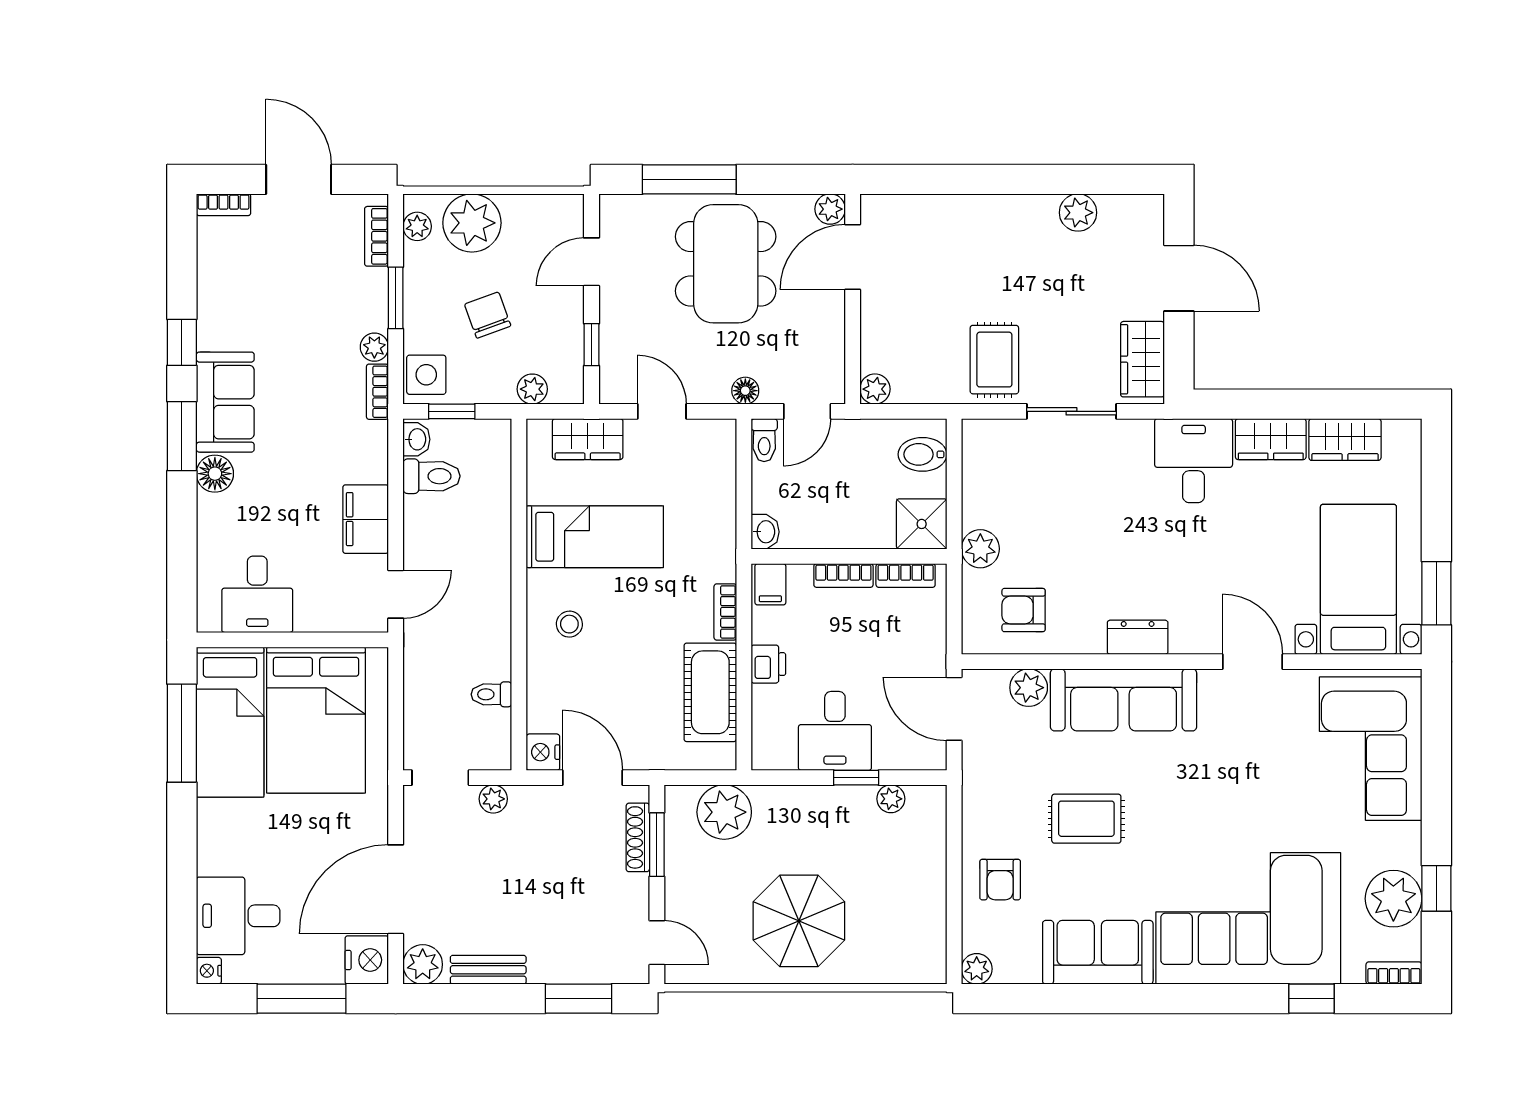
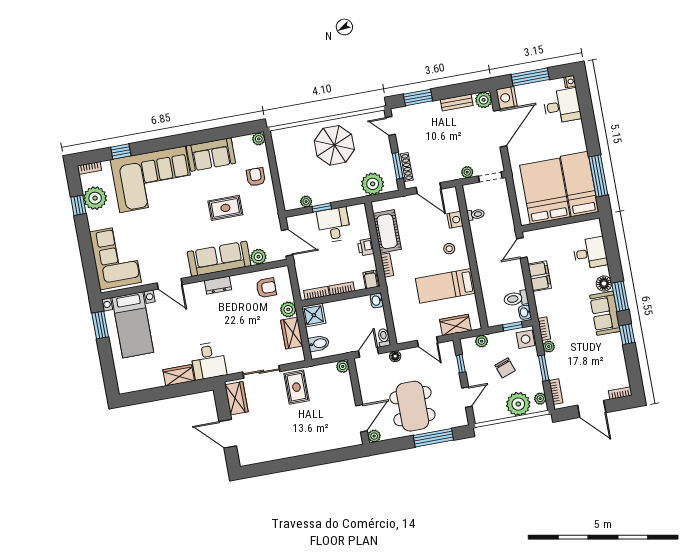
plant: (1078, 213) -> (273, 453), removed
wardrobe: (1345, 440) -> (292, 333), moved, turned -90
desk: (257, 594) -> (590, 253), moved, turned 90
nightstand: (543, 752) -> (455, 220), moved

